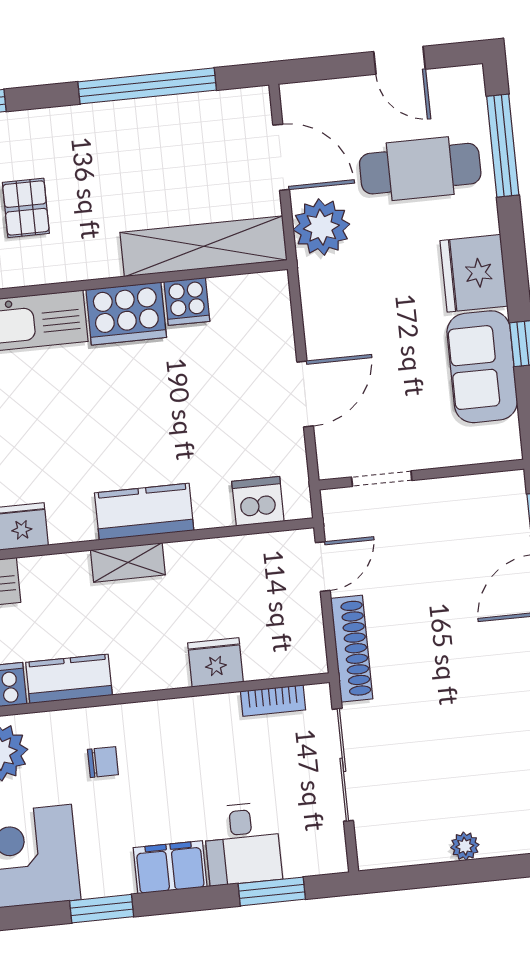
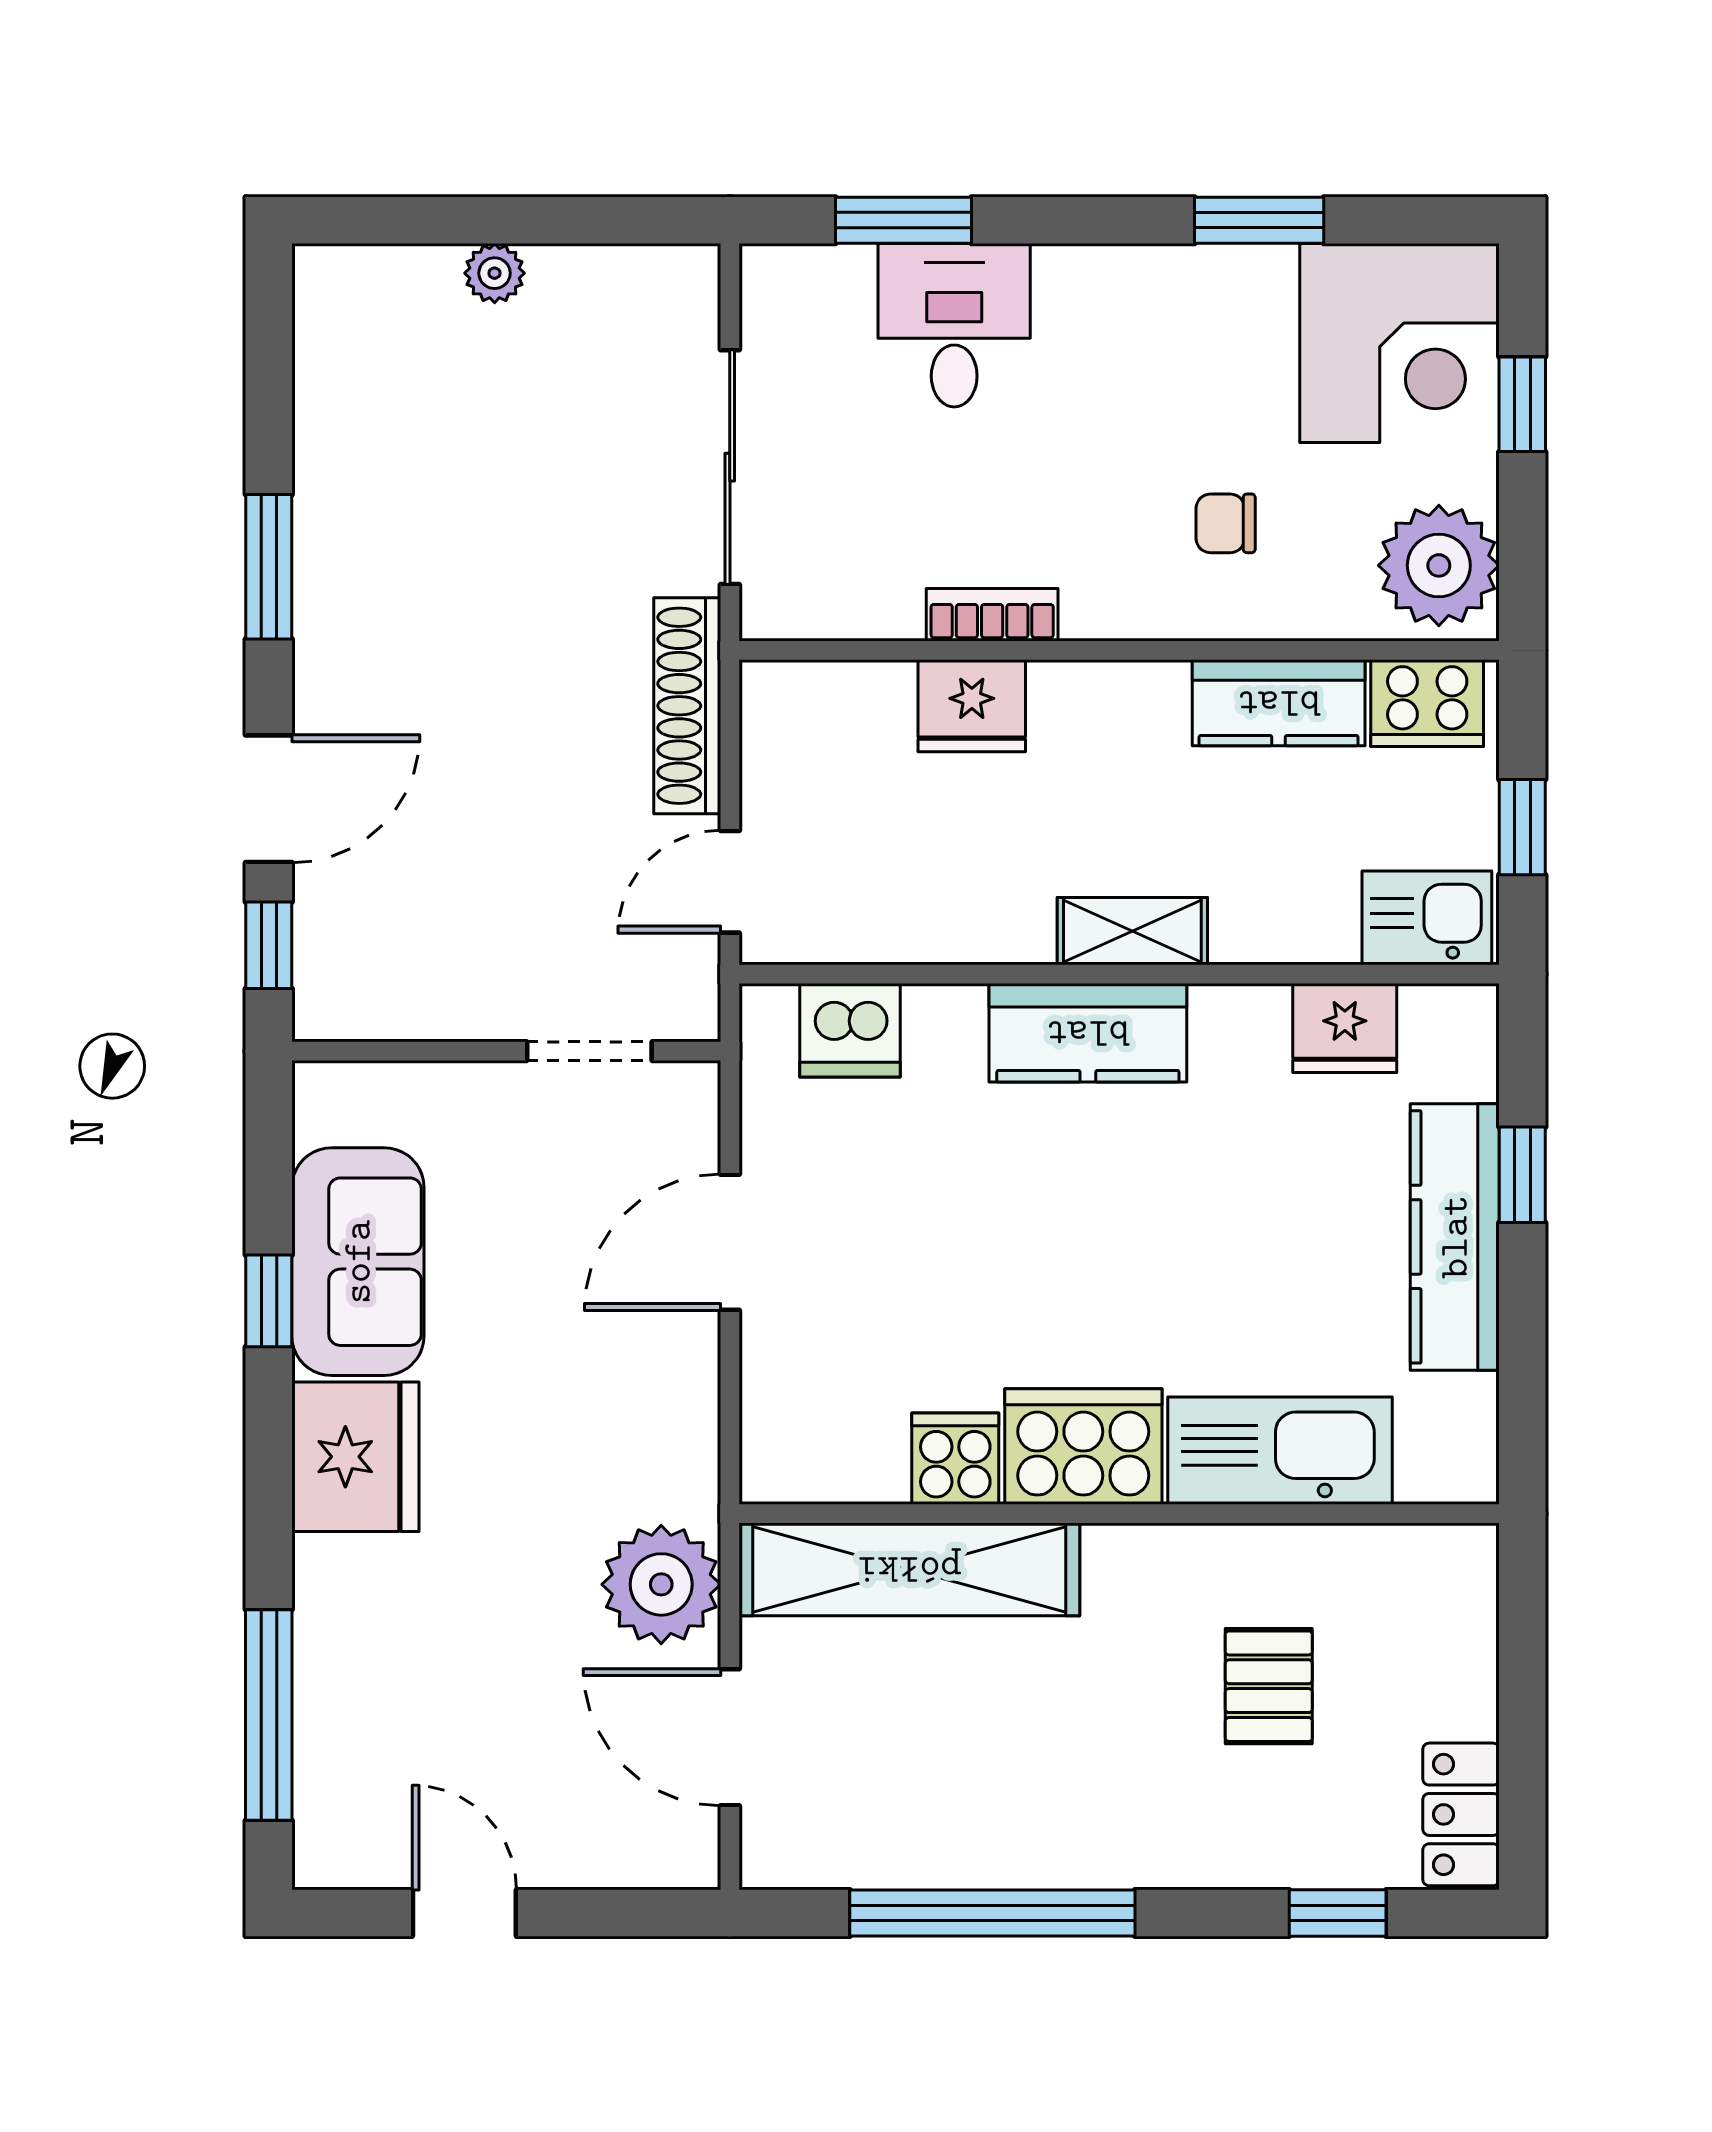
cafe table: (420, 169) -> (445, 1685), removed
bookcase: (273, 701) -> (992, 615), moved
filing cabinet: (170, 867) -> (1109, 292), removed

